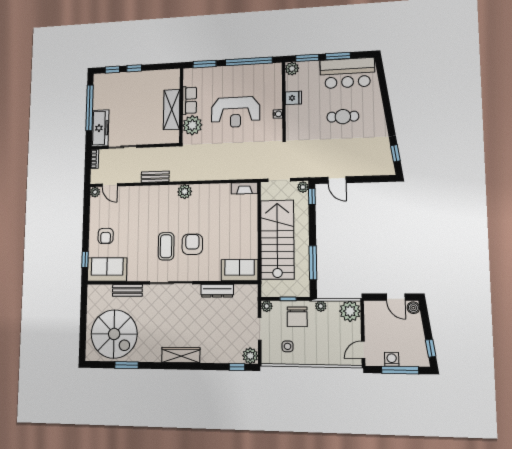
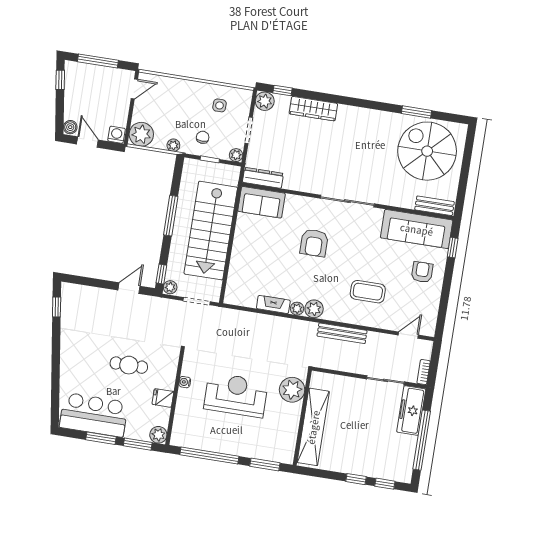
row of seats: (190, 100) -> (291, 422), removed
shelving: (172, 110) -> (313, 427), width x1.47
cafe table: (343, 117) -> (129, 365), moved
bench: (155, 177) -> (342, 333), width x1.36
door: (337, 180) -> (129, 288), hinge flipped
door: (110, 185) -> (408, 335), hinge flipped
fireplace: (244, 188) -> (273, 304), moved
plant: (95, 192) -> (297, 309), moved
coffee table: (166, 246) -> (368, 292), moved, turned 90
window: (313, 263) -> (171, 216), moved
sofa: (107, 270) -> (417, 229), width x1.36
bench: (127, 290) -> (435, 206), moved
dresser: (217, 291) -> (263, 178), moved
chair: (297, 317) -> (203, 137), width x0.54, depth x0.54
wardrobe: (181, 355) -> (313, 109), moved
washing machine: (392, 359) -> (116, 135), moved, turned 180

